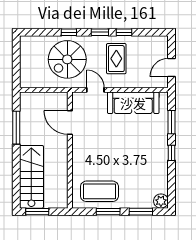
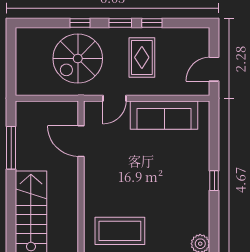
door: (95, 90) -> (115, 98), swing flipped
window: (172, 122) -> (214, 141), removed

